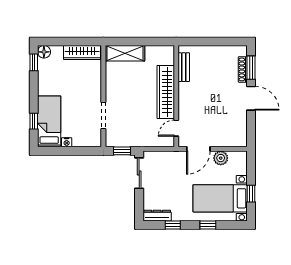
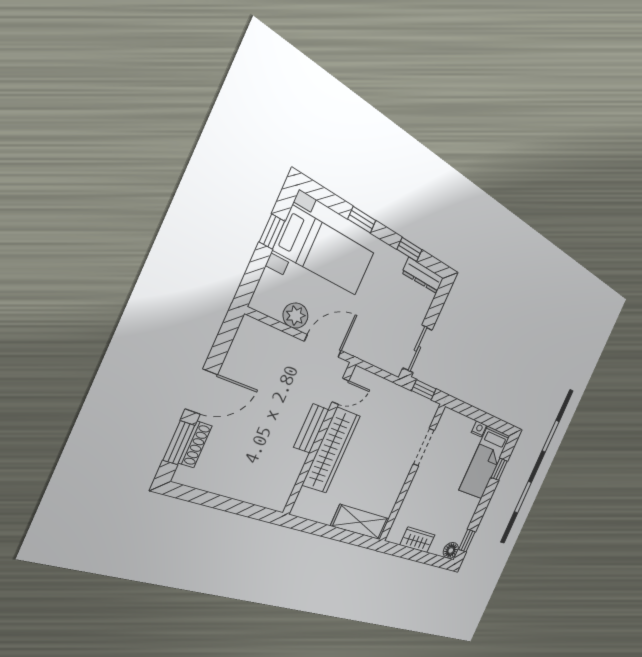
wardrobe: (82, 53) -> (417, 540), width x0.67
bench: (184, 67) -> (311, 428), moved
door: (251, 98) -> (201, 392), swing flipped

